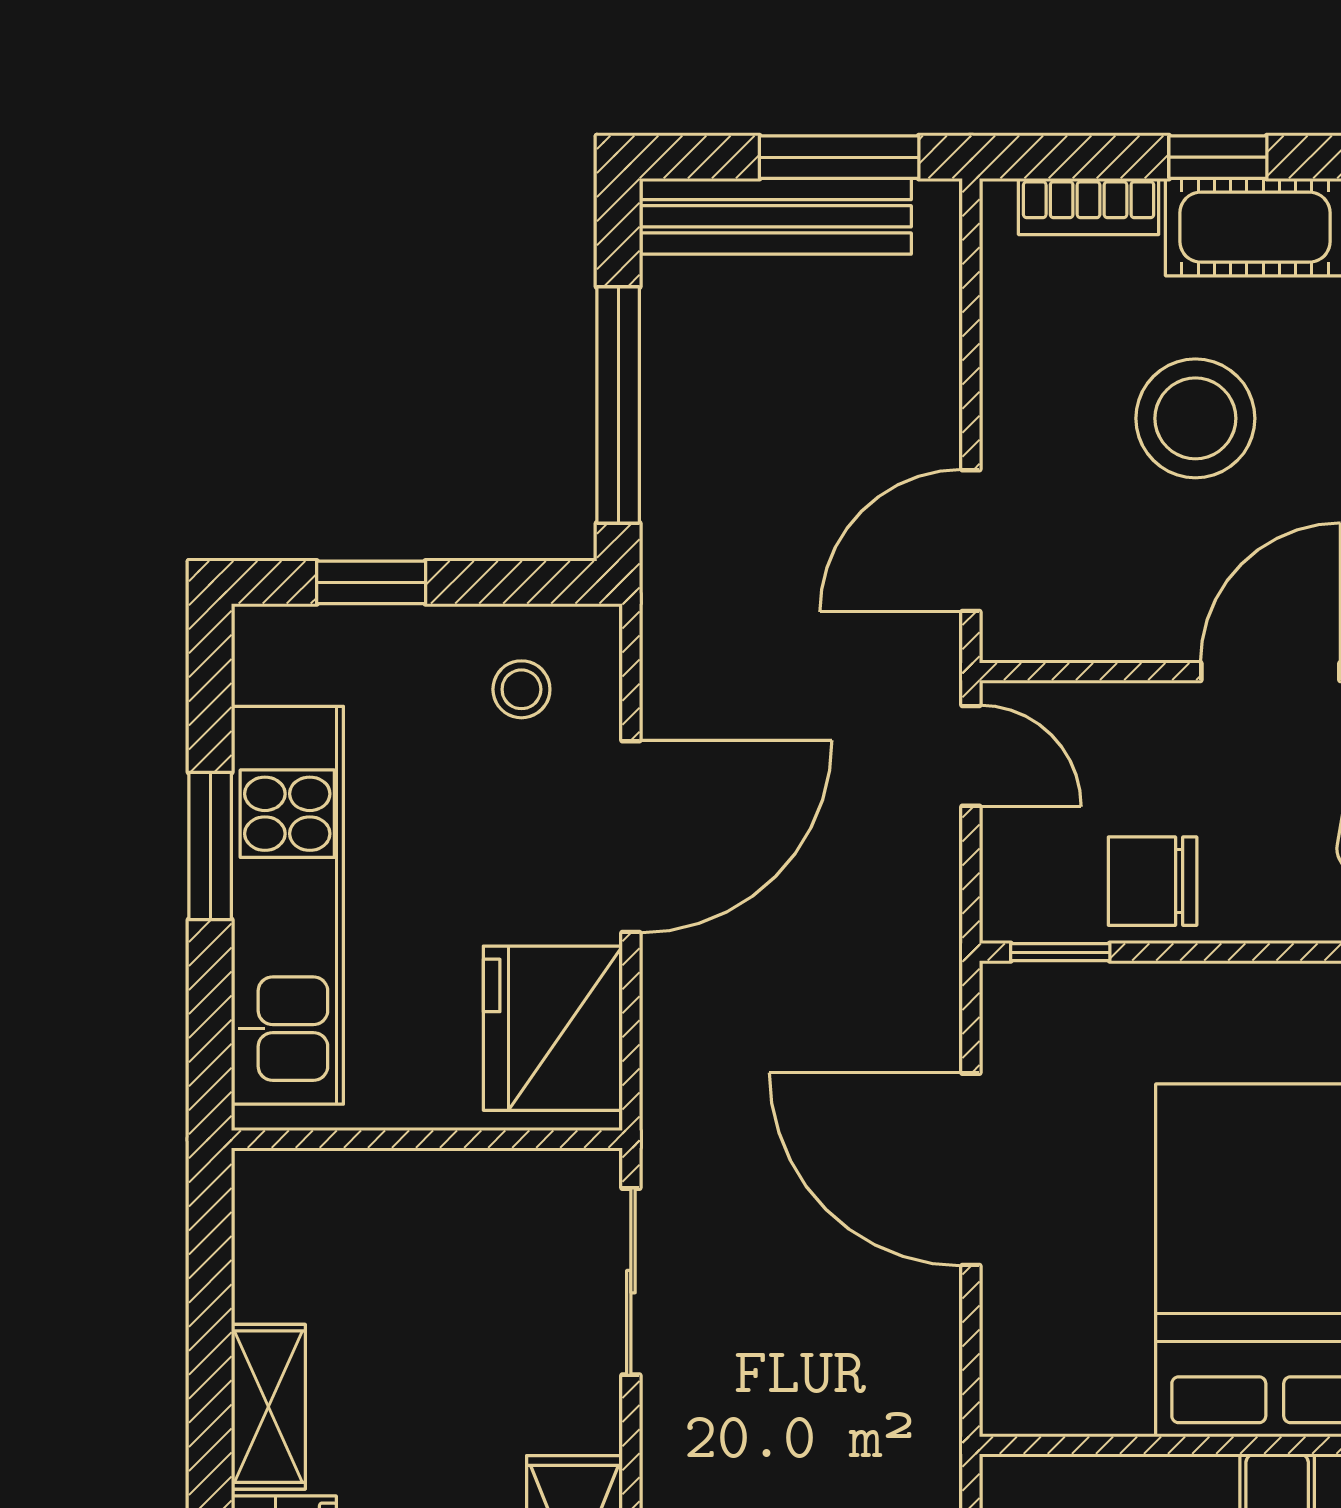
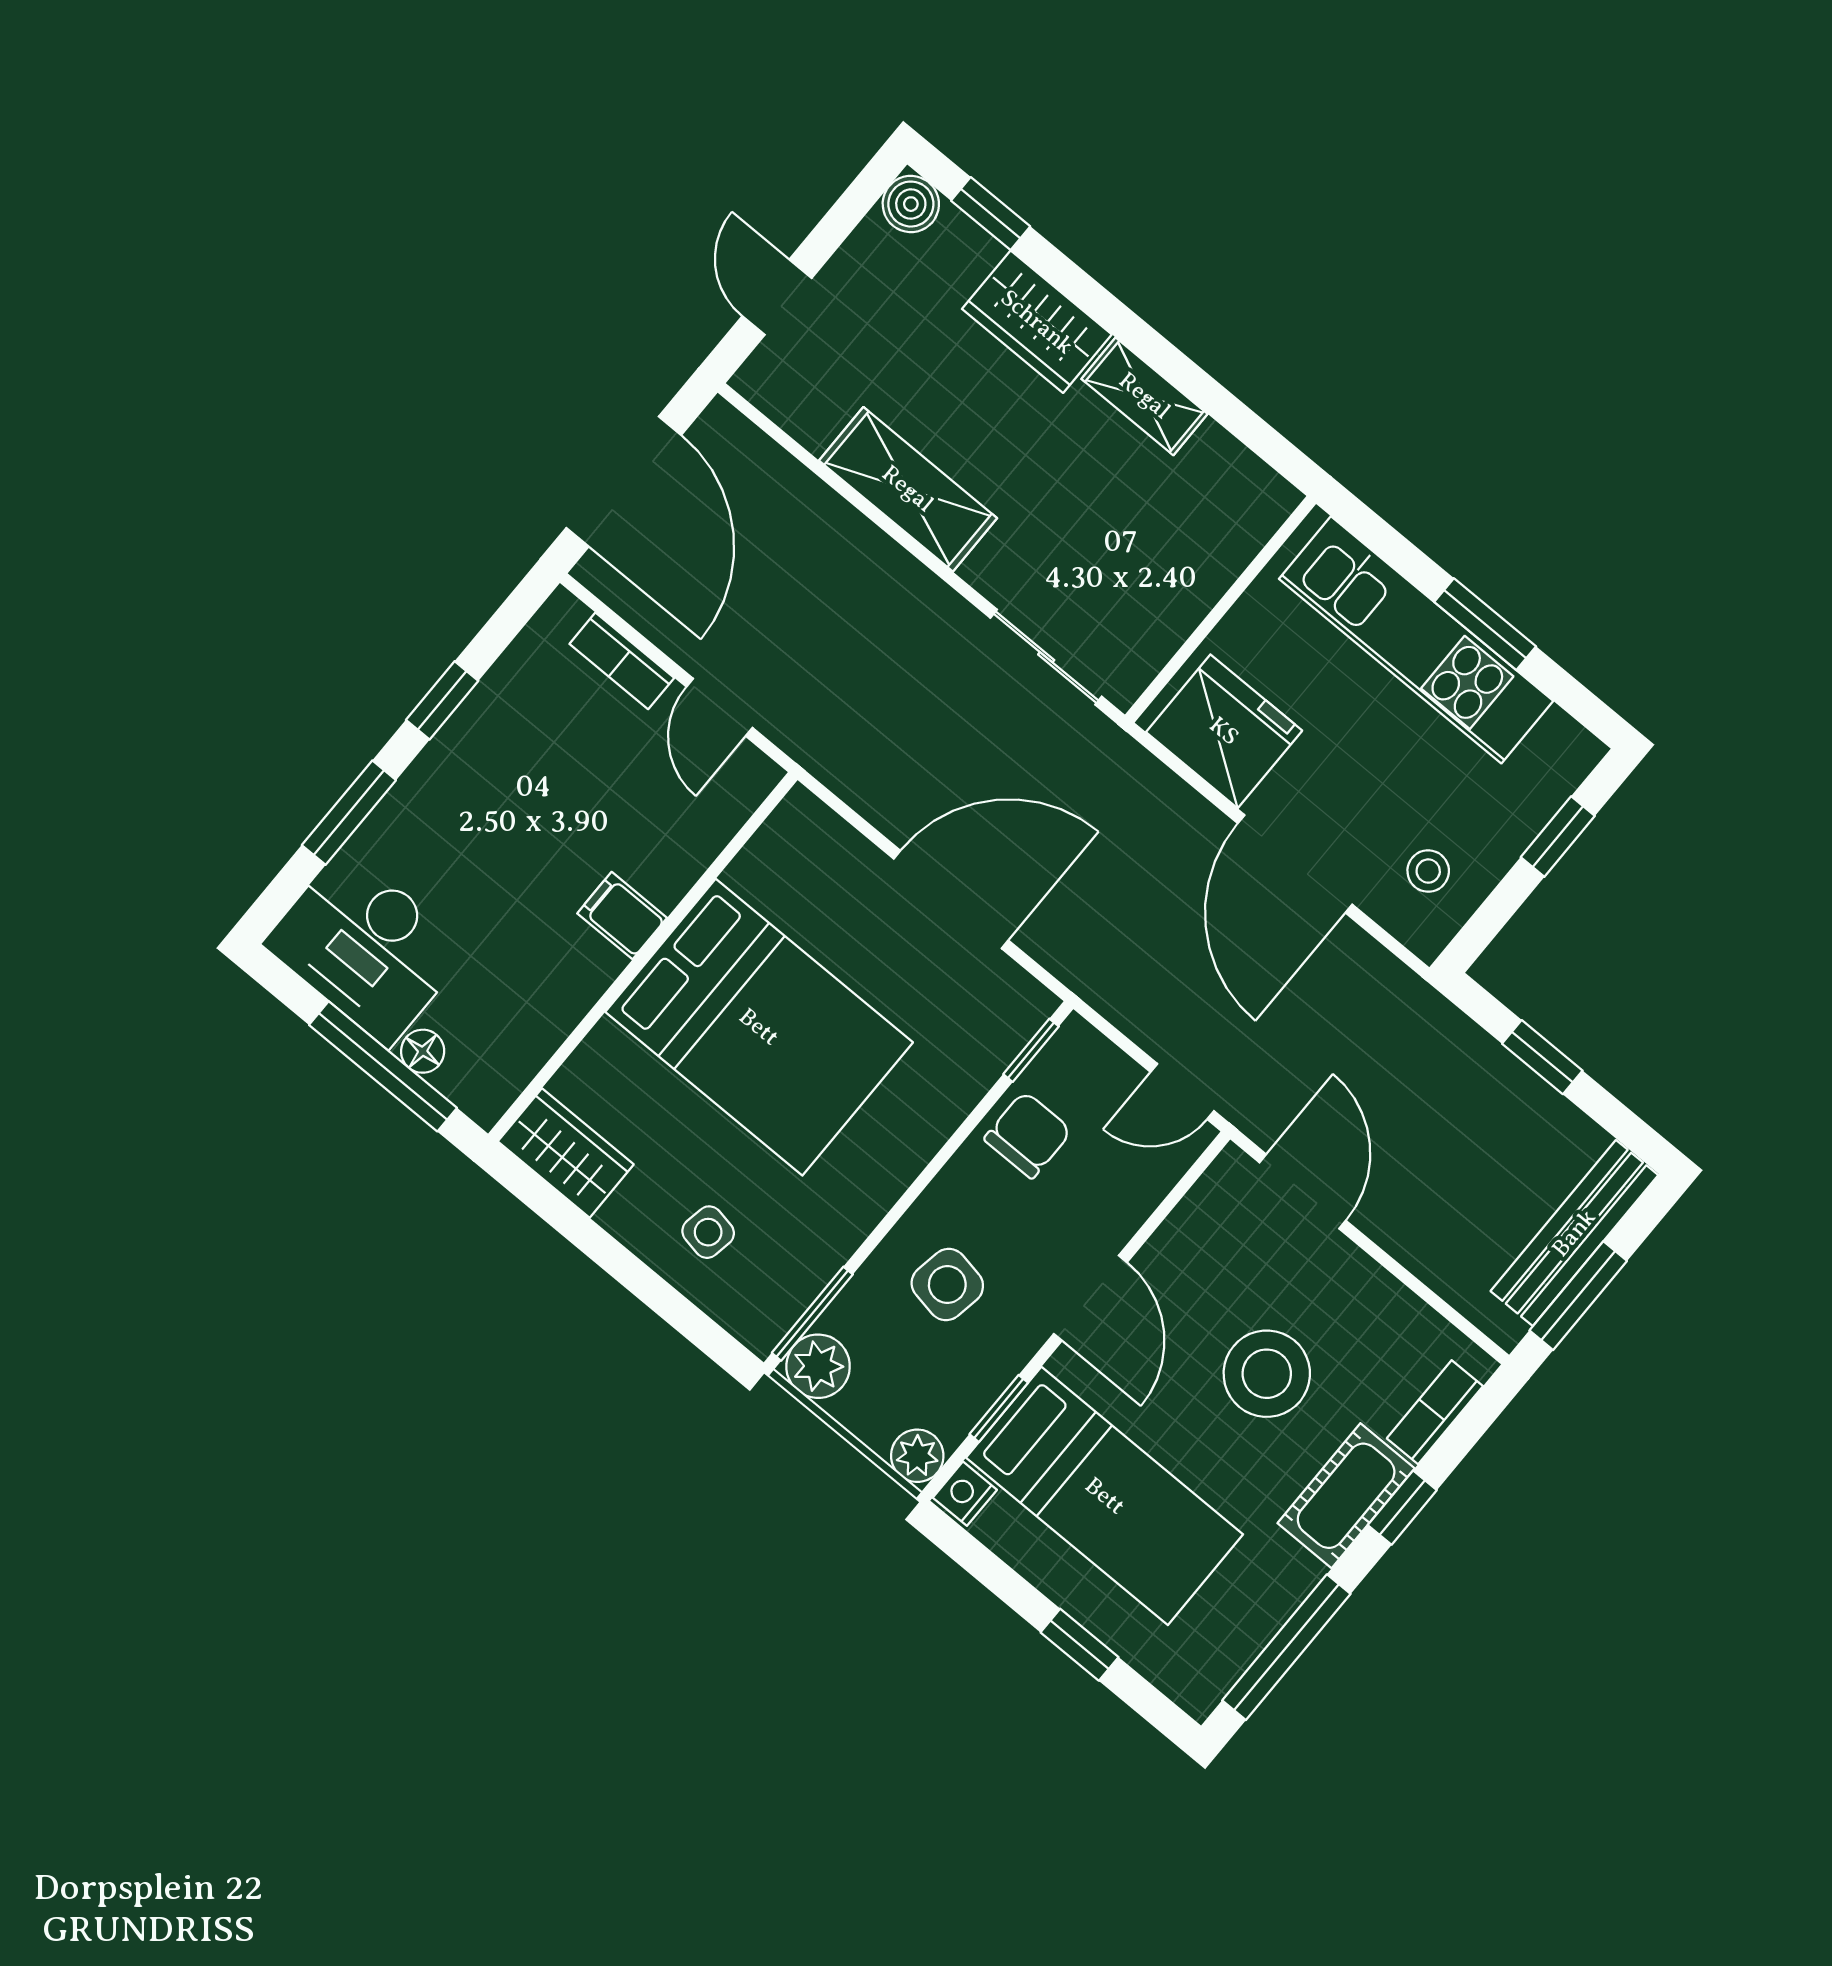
window: (618, 405) -> (1542, 1057), width x0.46

